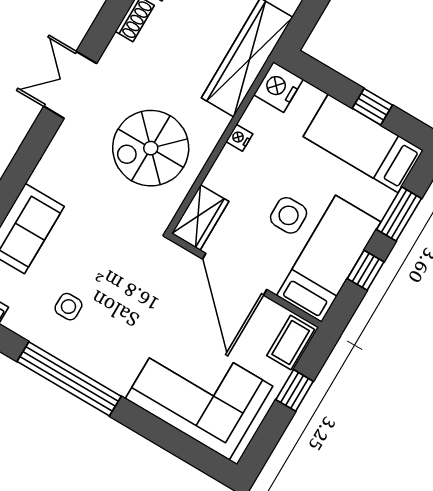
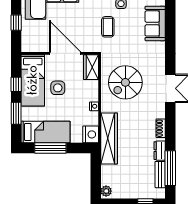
window: (372, 107) -> (50, 148), width x2.17
spiral stairs: (151, 148) -> (125, 82), turned 180
coffee table: (291, 342) -> (108, 27), moved

